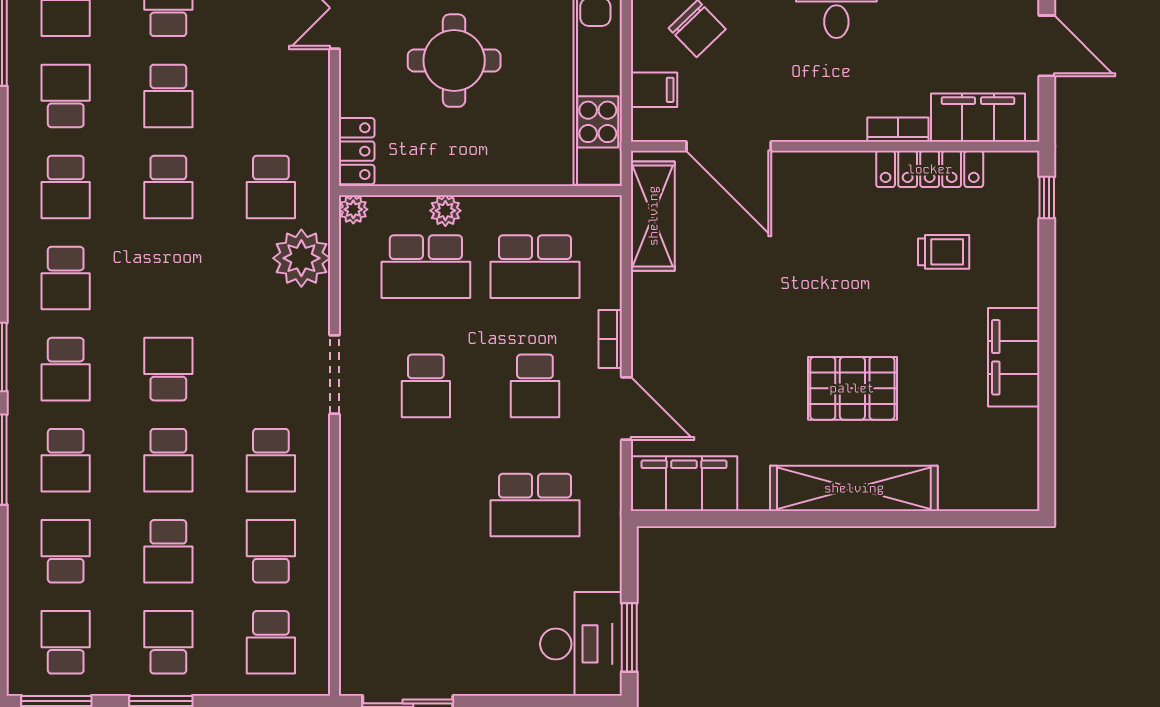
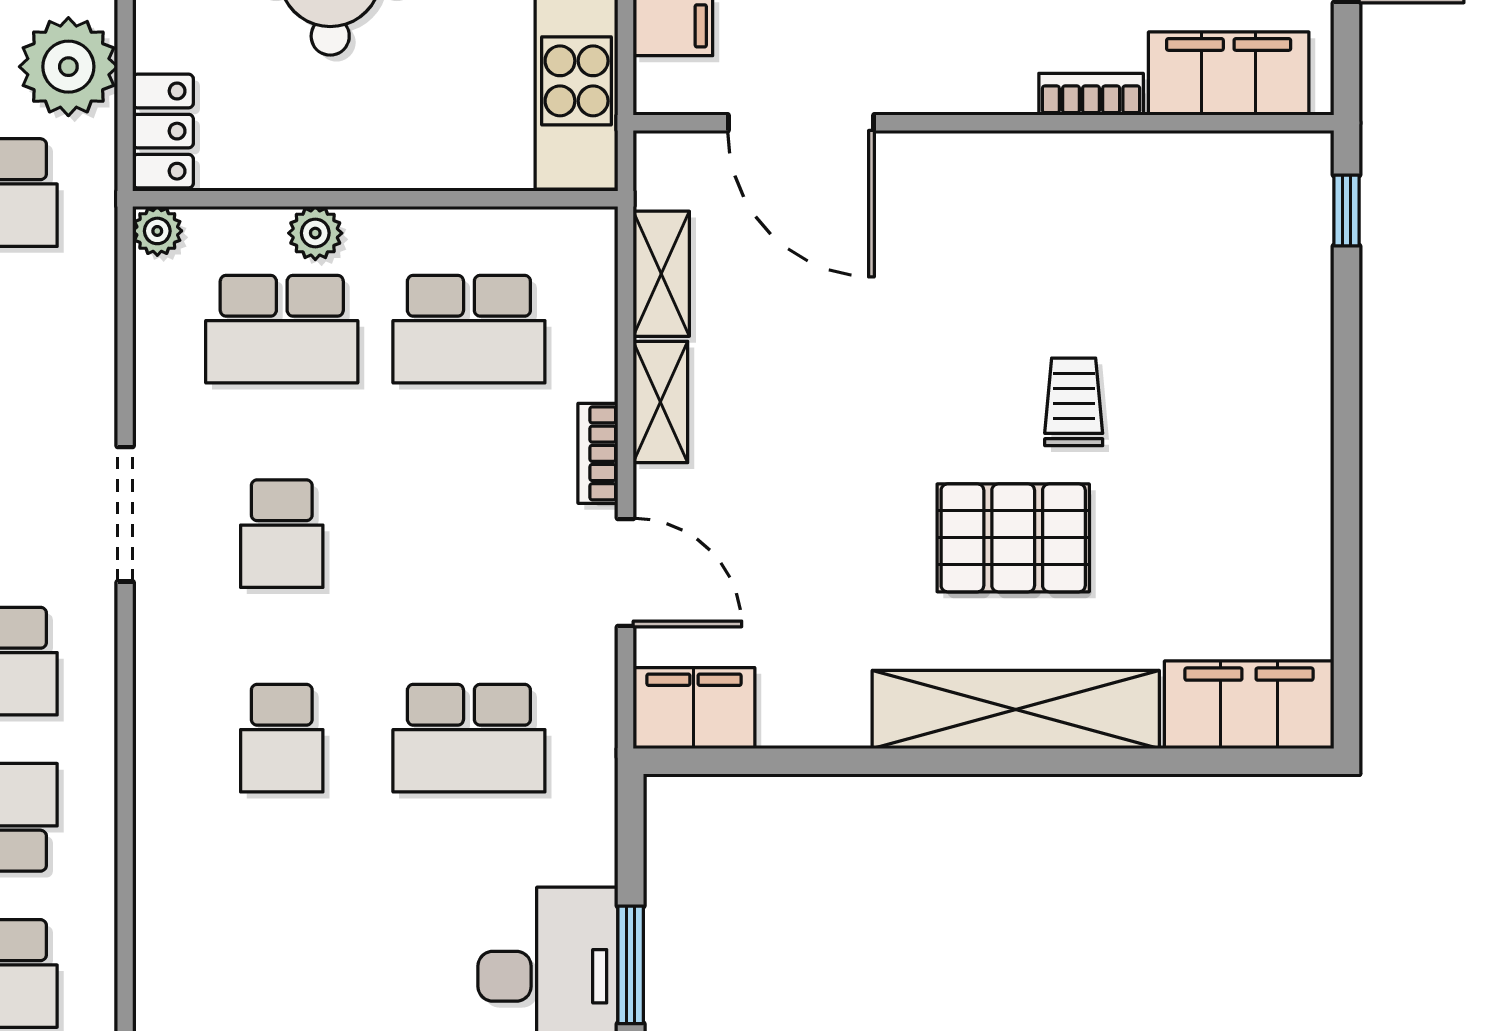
locker: (930, 169) -> (1146, 162), removed
shelving: (653, 216) -> (661, 274), width x0.67, depth x0.75
trolley: (944, 252) -> (1074, 402), moved, turned -90
plant: (301, 258) -> (68, 67), moved
shelving: (647, 309) -> (660, 402), added
filing cabinet: (1014, 357) -> (1249, 705), moved, turned 90
school desk: (535, 386) -> (282, 738), moved
filing cabinet: (684, 484) -> (694, 708), width x0.67, depth x0.86

